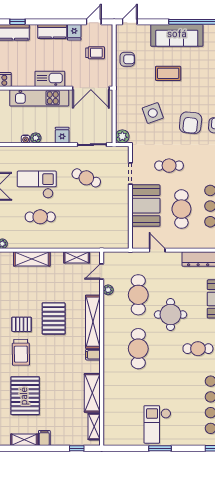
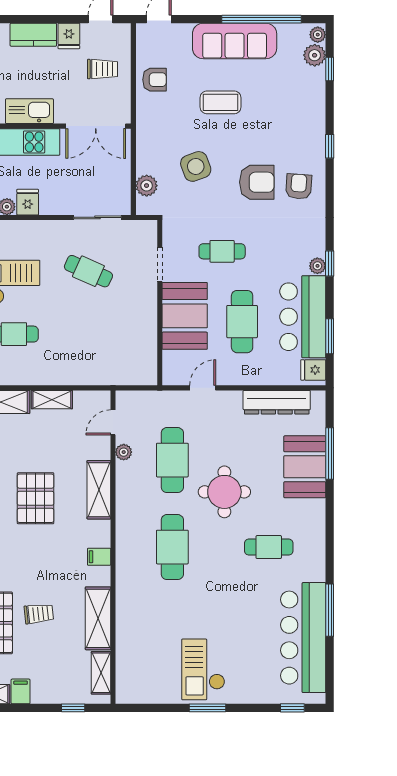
armchair: (191, 123) -> (257, 182), turned -96
fridge: (62, 135) -> (28, 202), moved
plant: (122, 136) -> (147, 186), moved
door: (157, 250) -> (203, 388), hinge flipped
shelving: (77, 257) -> (52, 400), moved
shelving: (93, 322) -> (99, 490), width x0.68
trolley: (56, 390) -> (39, 614), added

